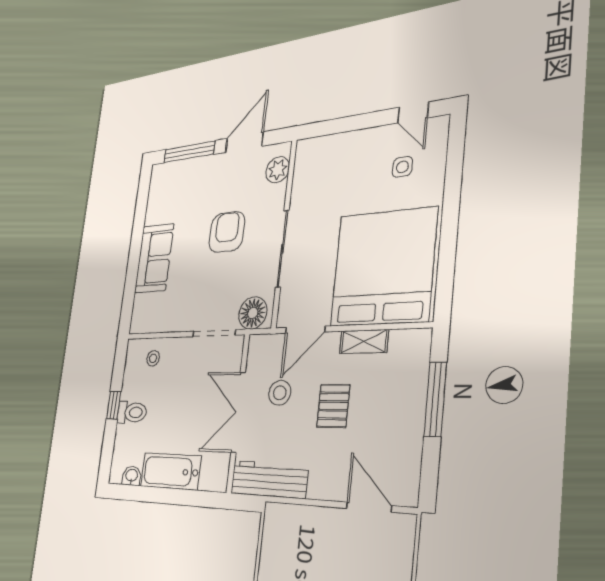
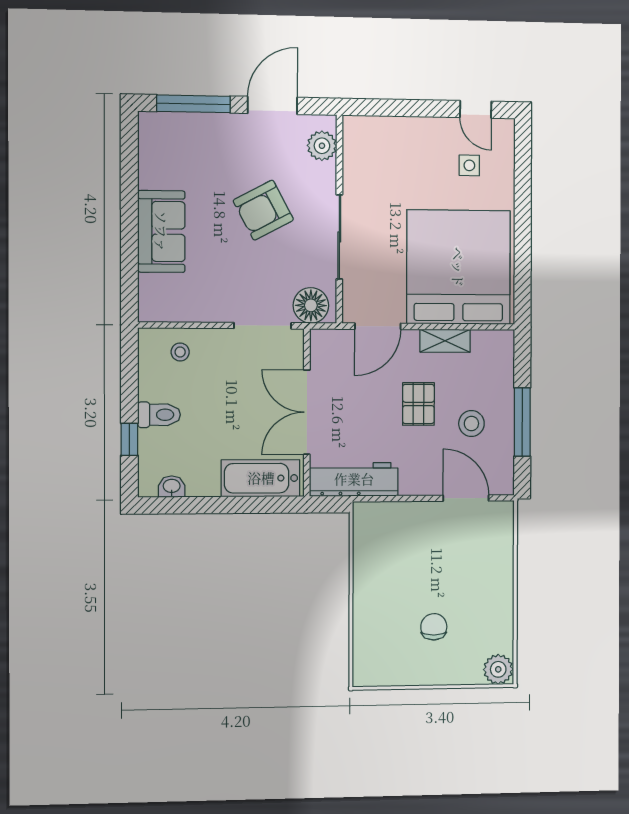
armchair: (227, 232) -> (263, 210), turned -118
stool: (280, 393) -> (471, 424), moved
window: (435, 399) -> (522, 422), moved
window: (114, 405) -> (129, 439), moved
bathtub: (171, 471) -> (261, 478), moved

